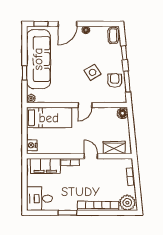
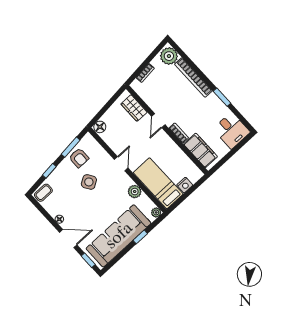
armchair: (115, 80) -> (79, 158), turned -90
plant: (58, 97) -> (135, 192), added
door: (85, 105) -> (121, 164), hinge flipped
nightstand: (32, 145) -> (185, 185), moved

